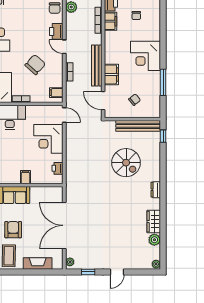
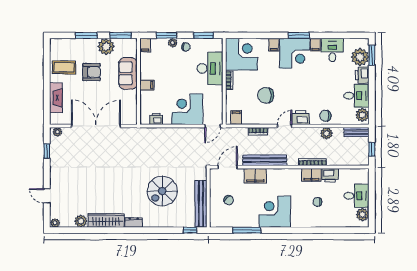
chair: (35, 65) -> (266, 95), turned 138
wardrobe: (154, 222) -> (106, 220), width x1.50
door: (117, 272) -> (47, 196), moved

